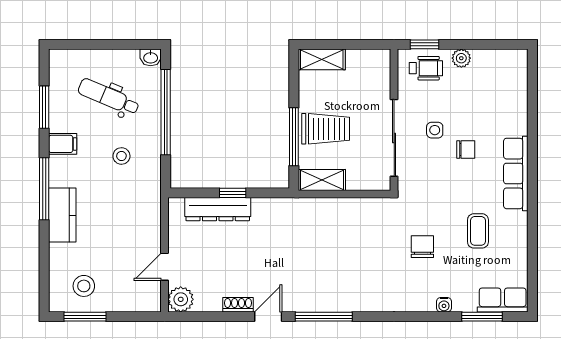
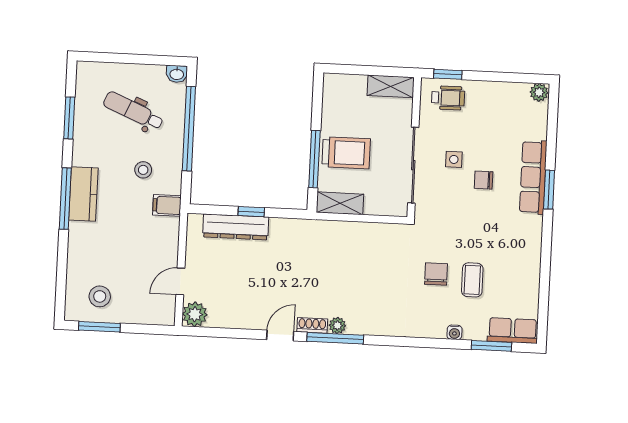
plant: (461, 58) -> (539, 92), moved
shelving: (322, 59) -> (391, 86), moved
filing cabinet: (63, 144) -> (167, 205), moved, turned 180
chair: (466, 149) -> (484, 180), turned 180
window: (532, 156) -> (549, 190), added
row of seats: (516, 173) -> (533, 177), moved
kitchen counter: (62, 215) -> (83, 194), moved
coffee table: (478, 231) -> (472, 280), moved
plant: (325, 304) -> (337, 325), added
shoe rack: (238, 305) -> (312, 325), moved

